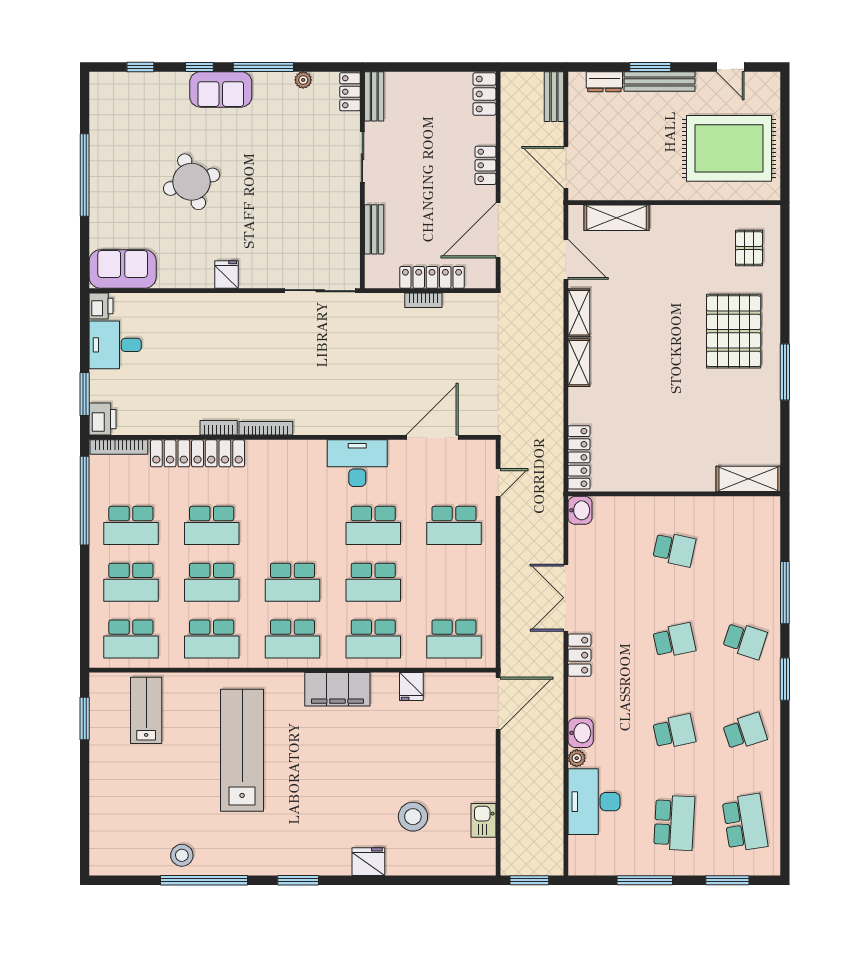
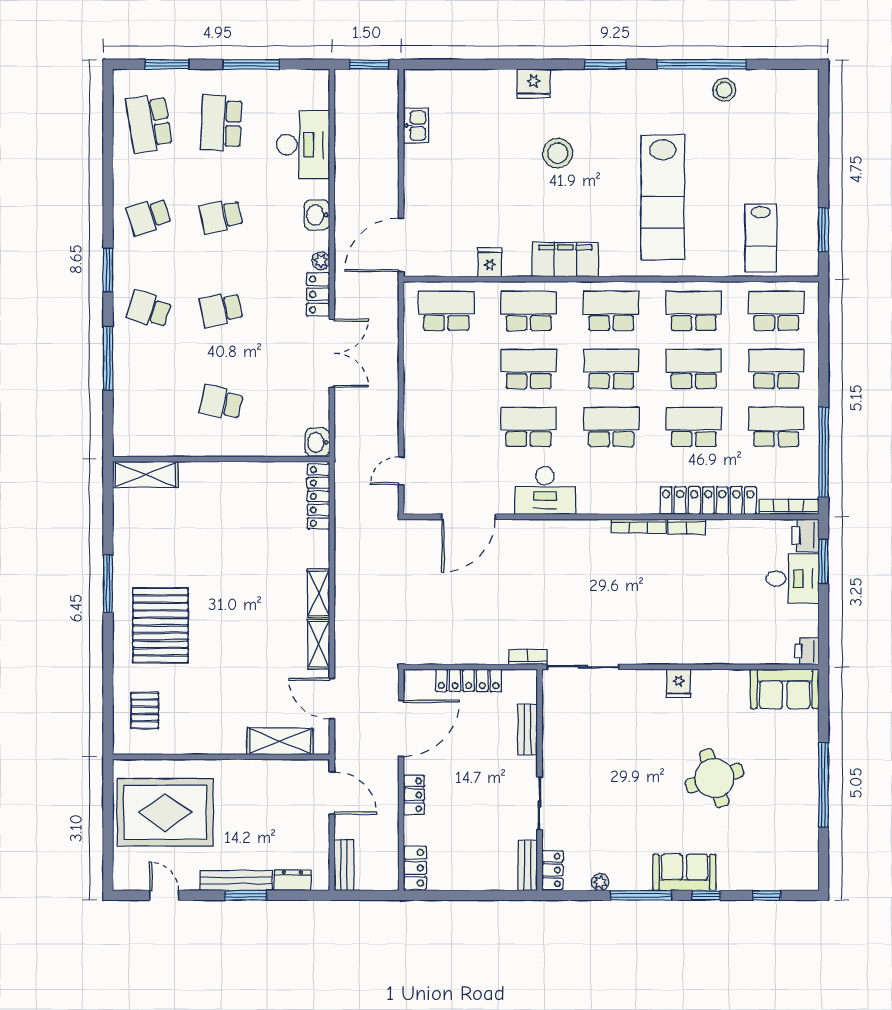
bookcase: (423, 300) -> (528, 657), moved
desk: (115, 345) -> (792, 579), moved
school desk: (454, 525) -> (611, 427), moved
plant: (577, 758) -> (321, 261), moved
stool: (413, 817) -> (558, 153), moved

